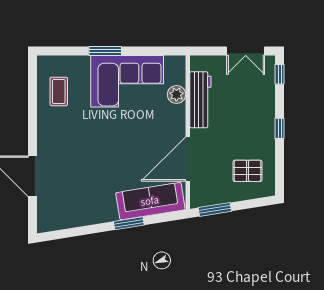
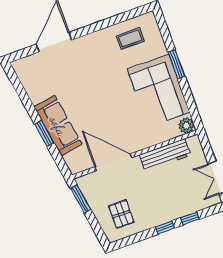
window: (280, 74) -> (190, 218), moved
plant: (176, 94) -> (186, 126), moved
sofa: (150, 201) -> (58, 126), moved

